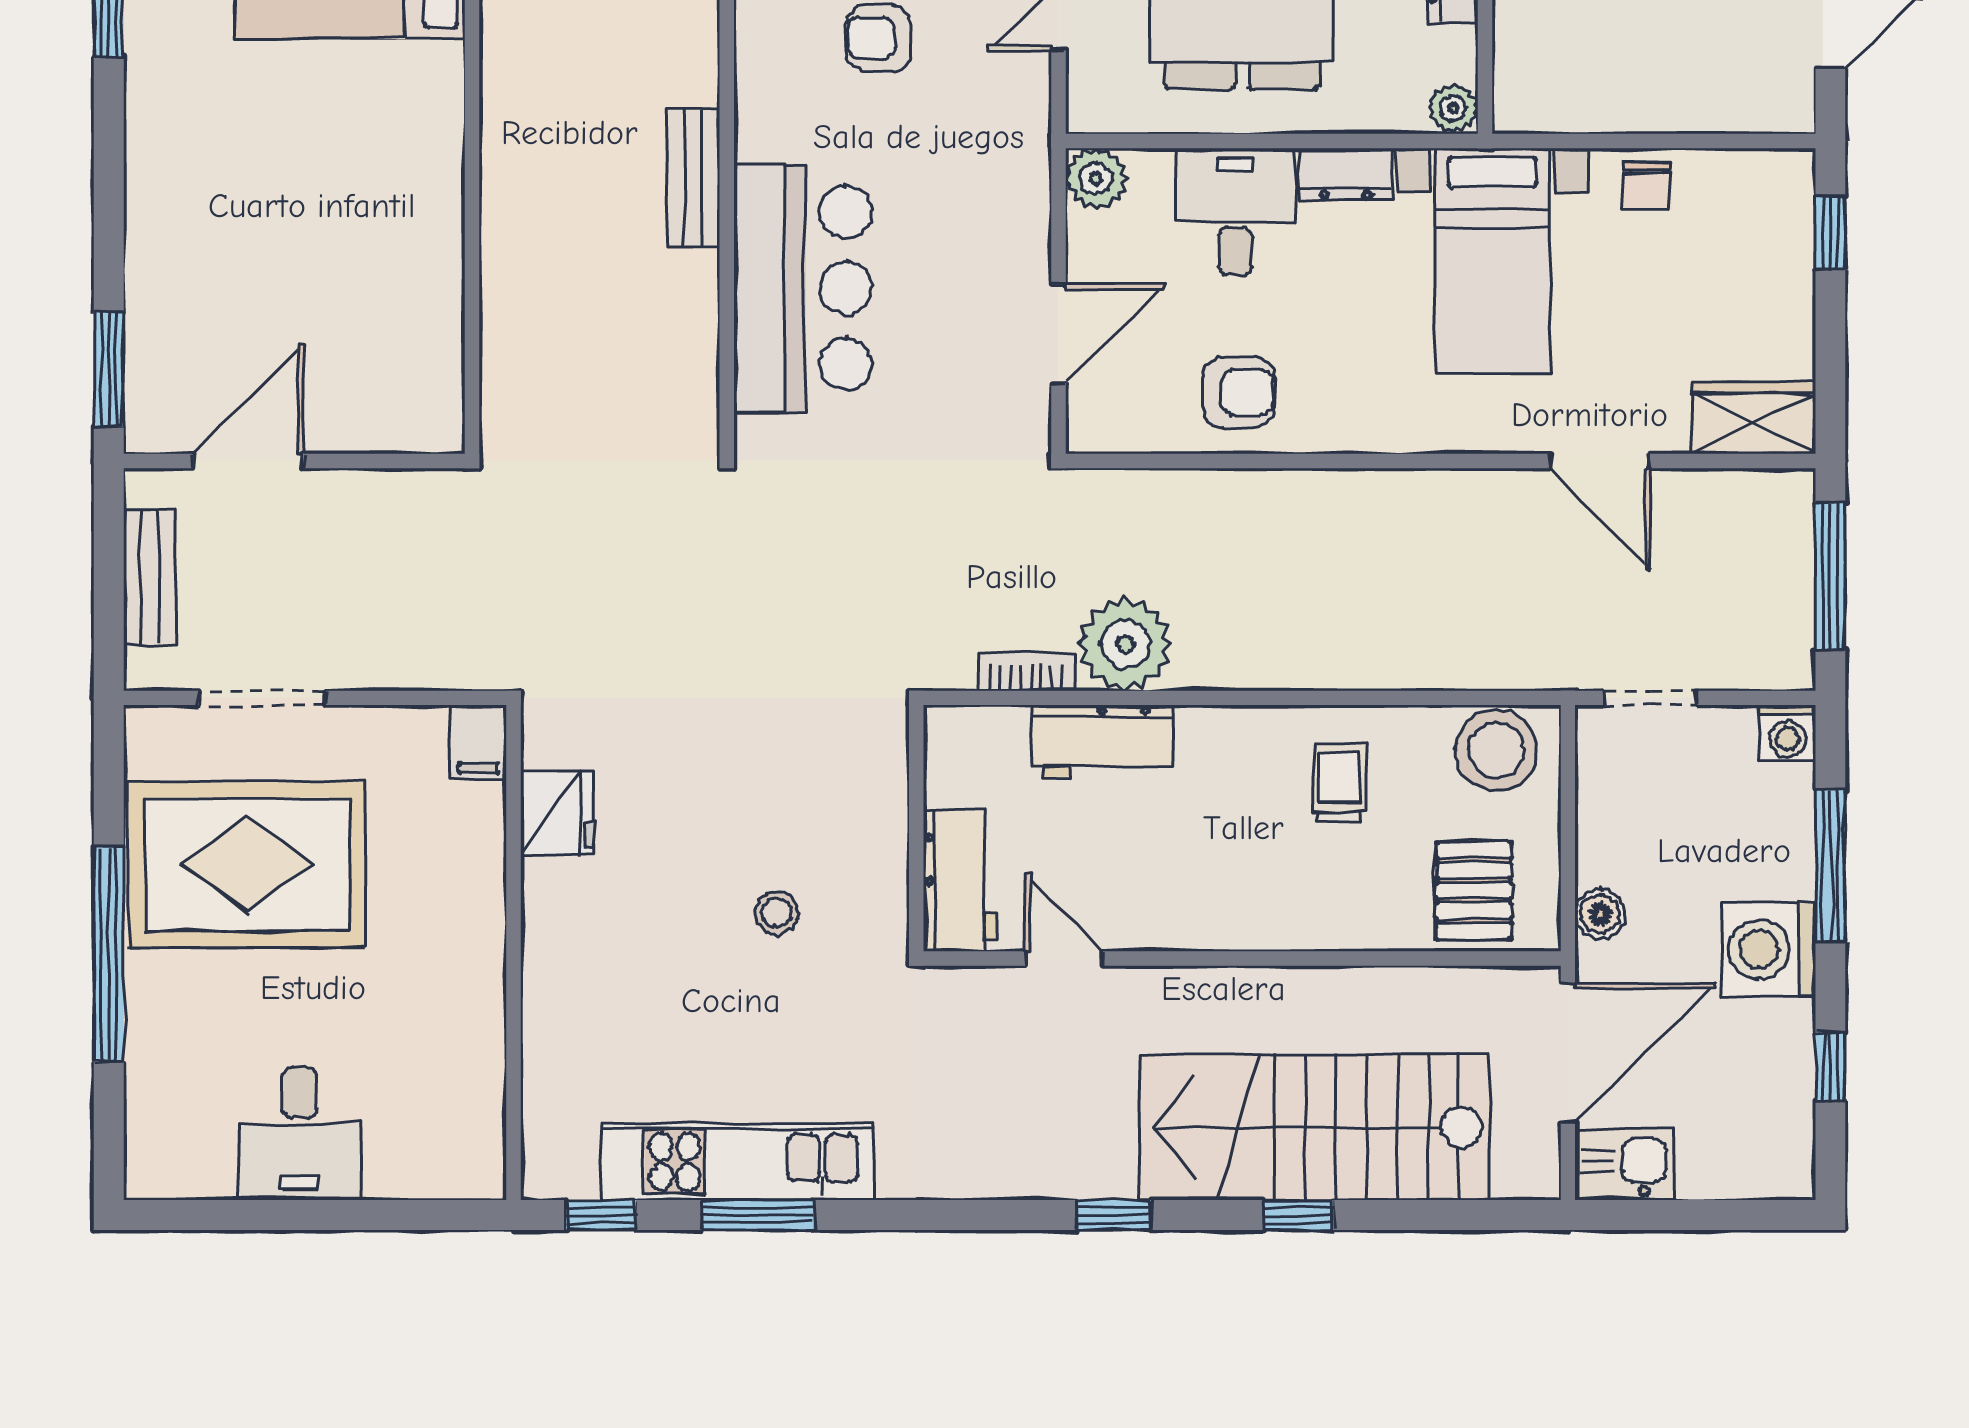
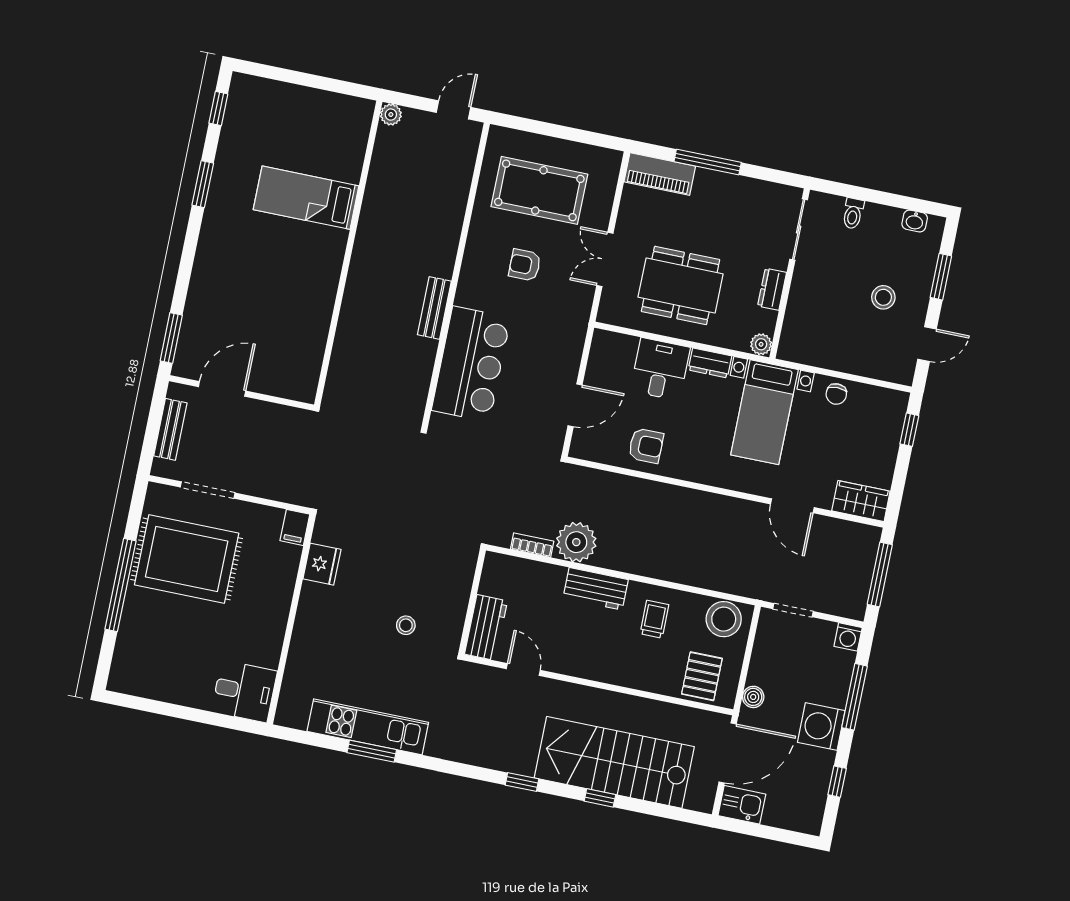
plant: (1096, 179) -> (604, 343), removed
workbench: (1103, 741) -> (596, 589), moved
desk: (300, 1134) -> (244, 691), moved, turned -90
window: (601, 1215) -> (306, 738), removed

